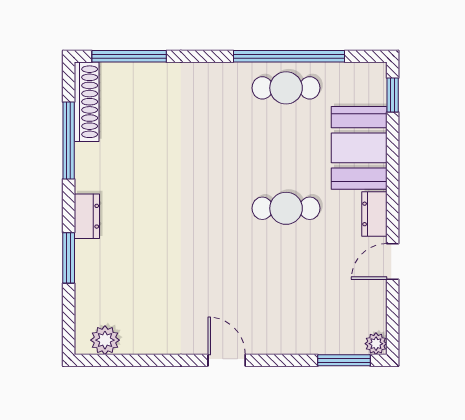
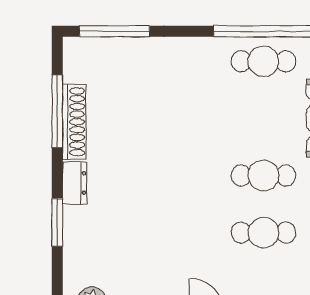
shoe rack: (87, 102) -> (74, 122), moved
cafe table: (286, 268) -> (263, 233), added

